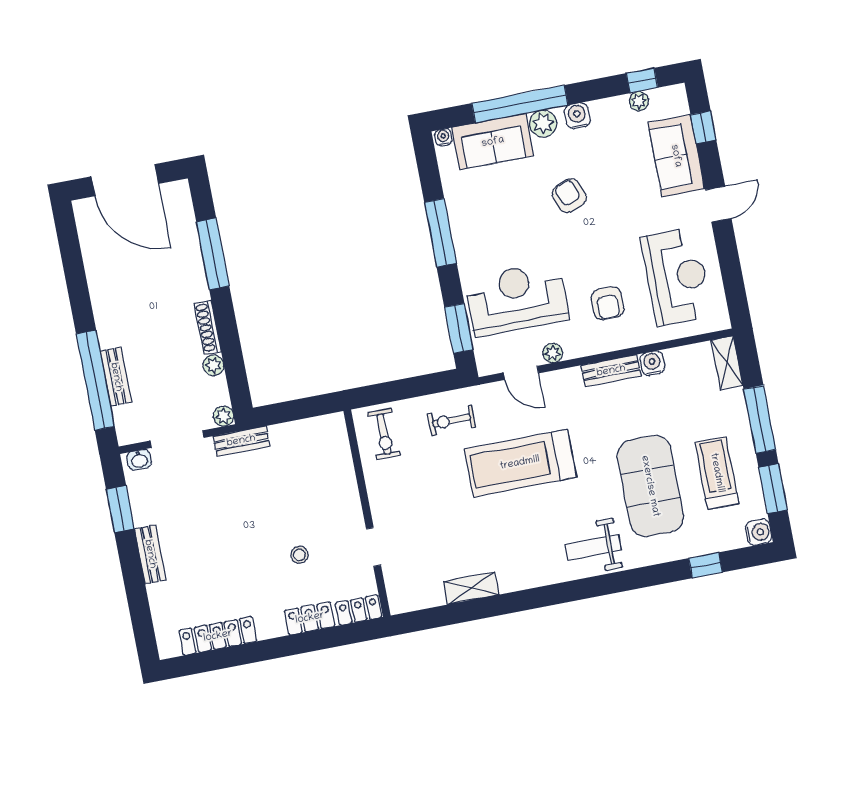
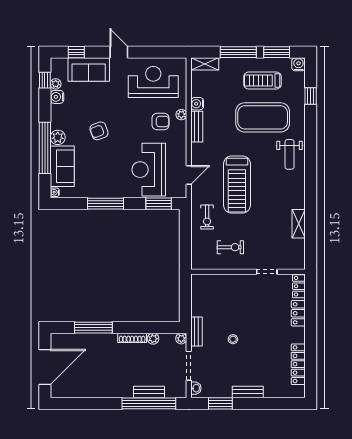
water cooler: (577, 116) -> (57, 97), moved
plant: (553, 353) -> (181, 115), moved
exercise bike: (384, 434) -> (230, 247), moved
stool: (299, 555) -> (233, 339), moved

